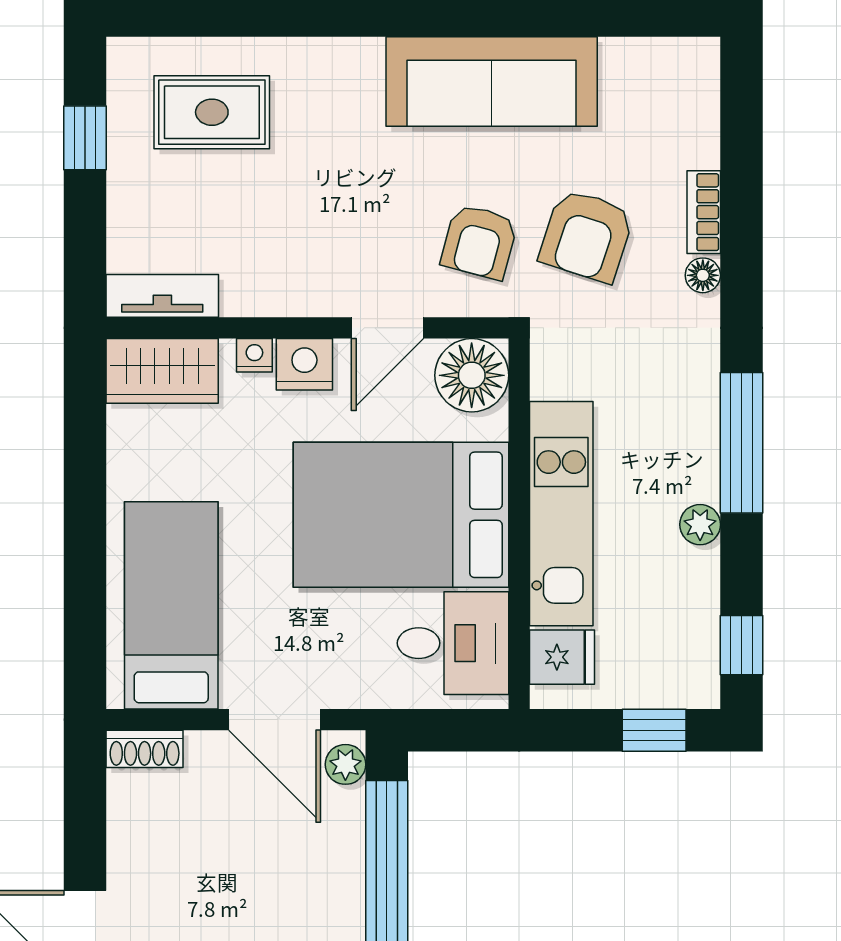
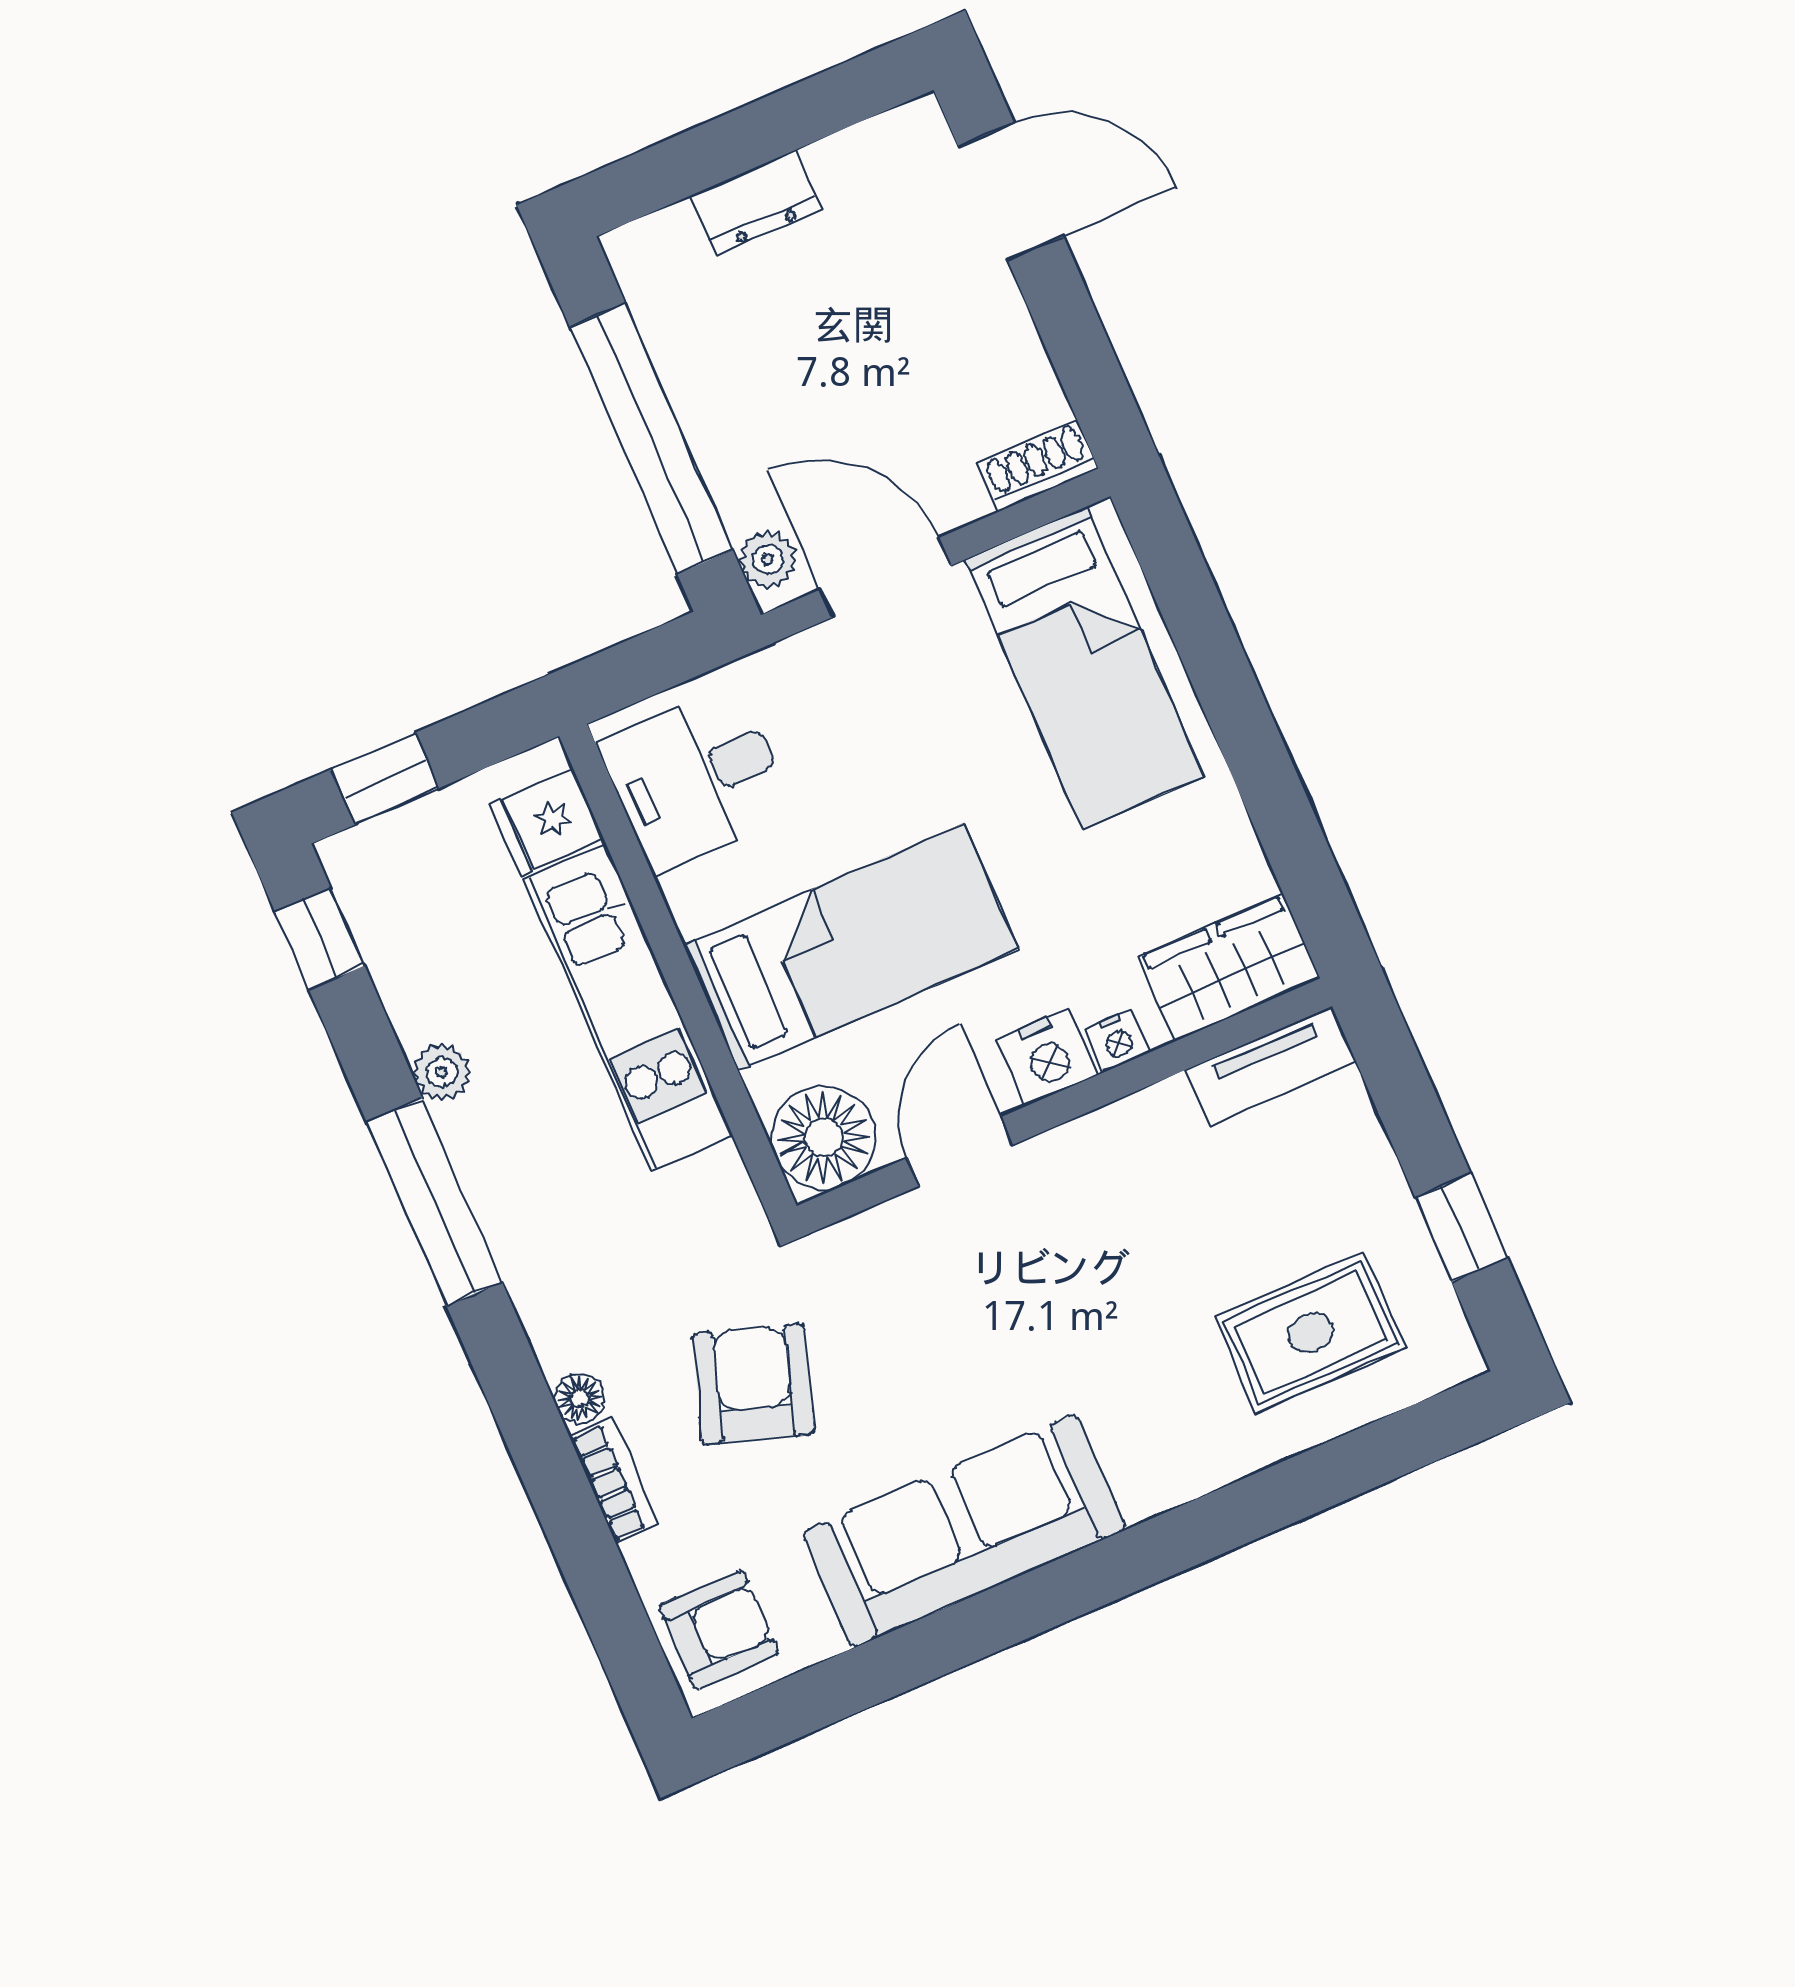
armchair: (479, 242) -> (719, 1630), moved, turned 75
bed: (401, 515) -> (851, 947), width x0.67

